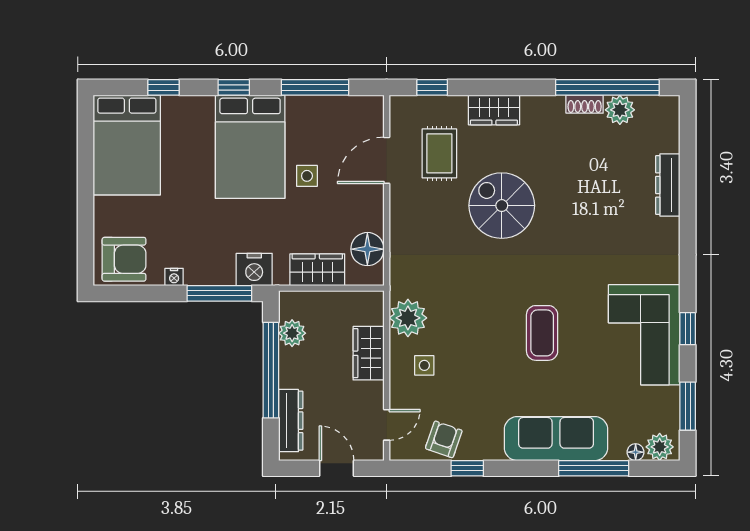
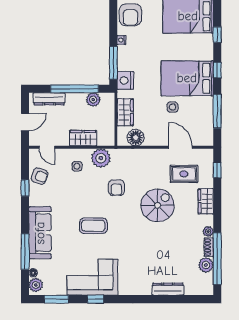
plant: (554, 105) -> (208, 231), added
armchair: (467, 287) -> (116, 188), added

